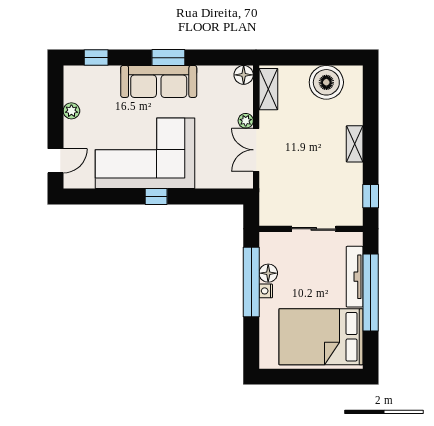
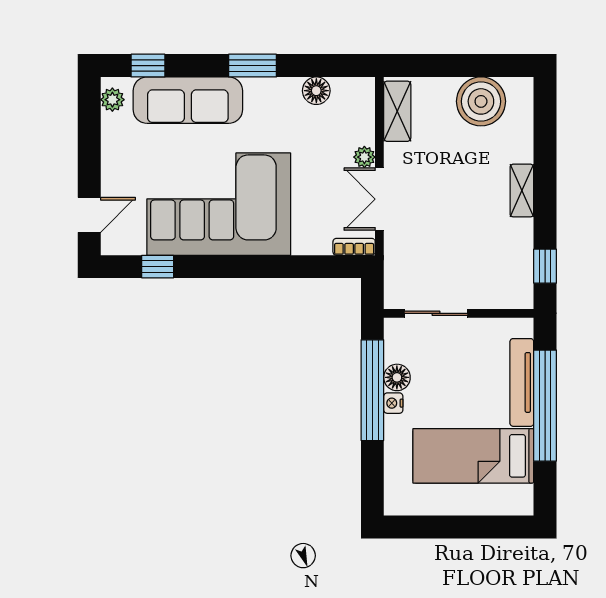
floor lamp: (244, 75) -> (316, 91), moved
sofa: (159, 81) -> (188, 100), moved
plant: (71, 111) -> (112, 100), moved
bookcase: (239, 183) -> (354, 247), added
window: (156, 197) -> (158, 267), moved
sliding door: (314, 229) -> (436, 313), moved
bed: (321, 337) -> (473, 456), width x0.67

